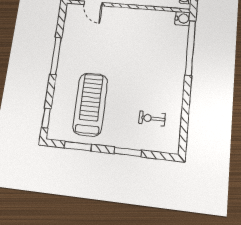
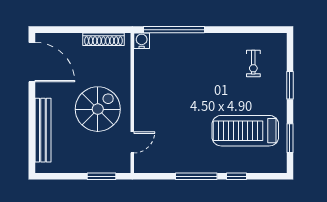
window: (46, 118) -> (236, 176), moved

